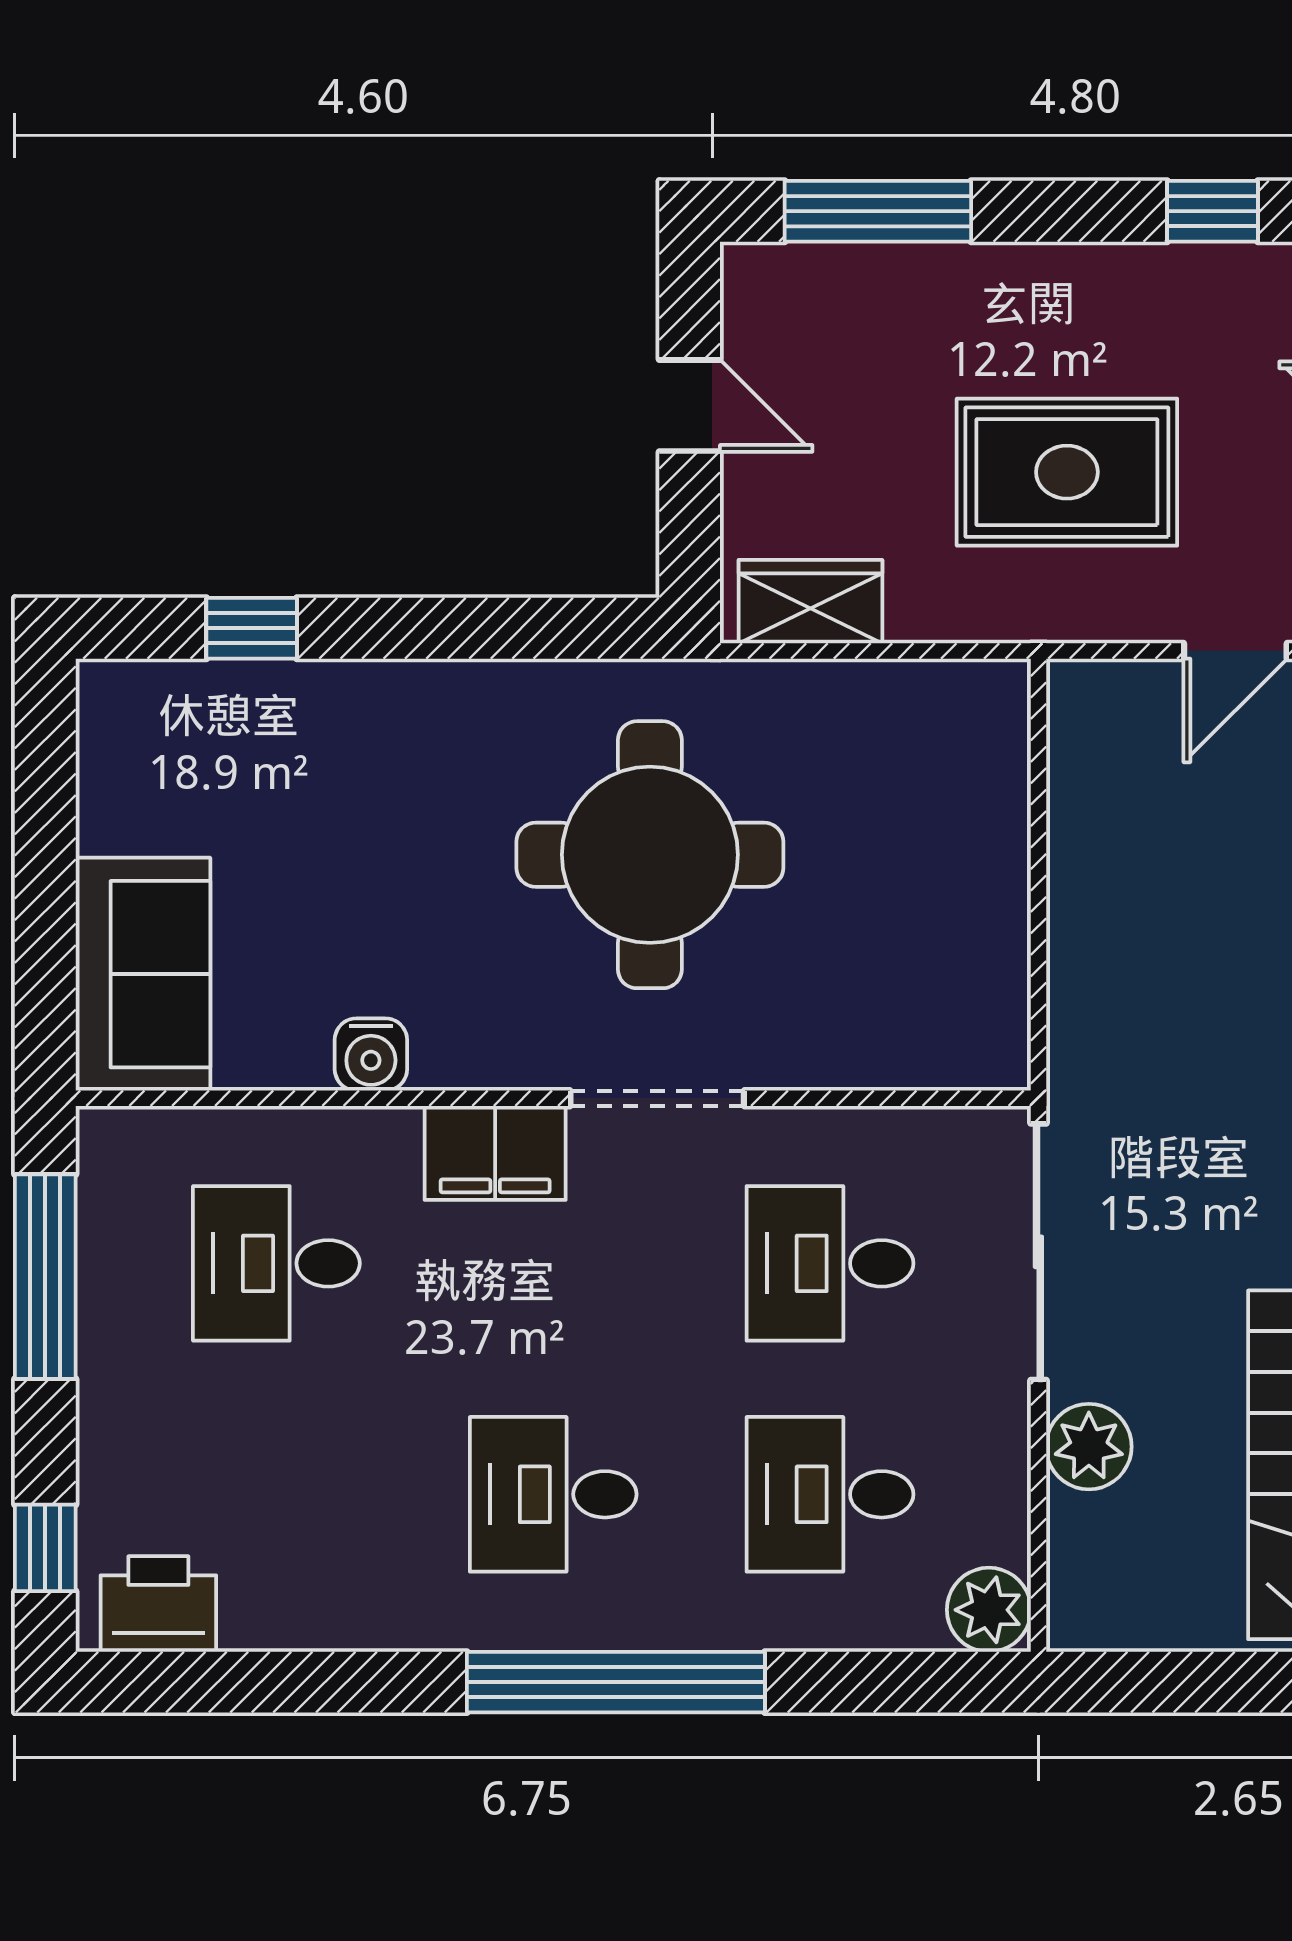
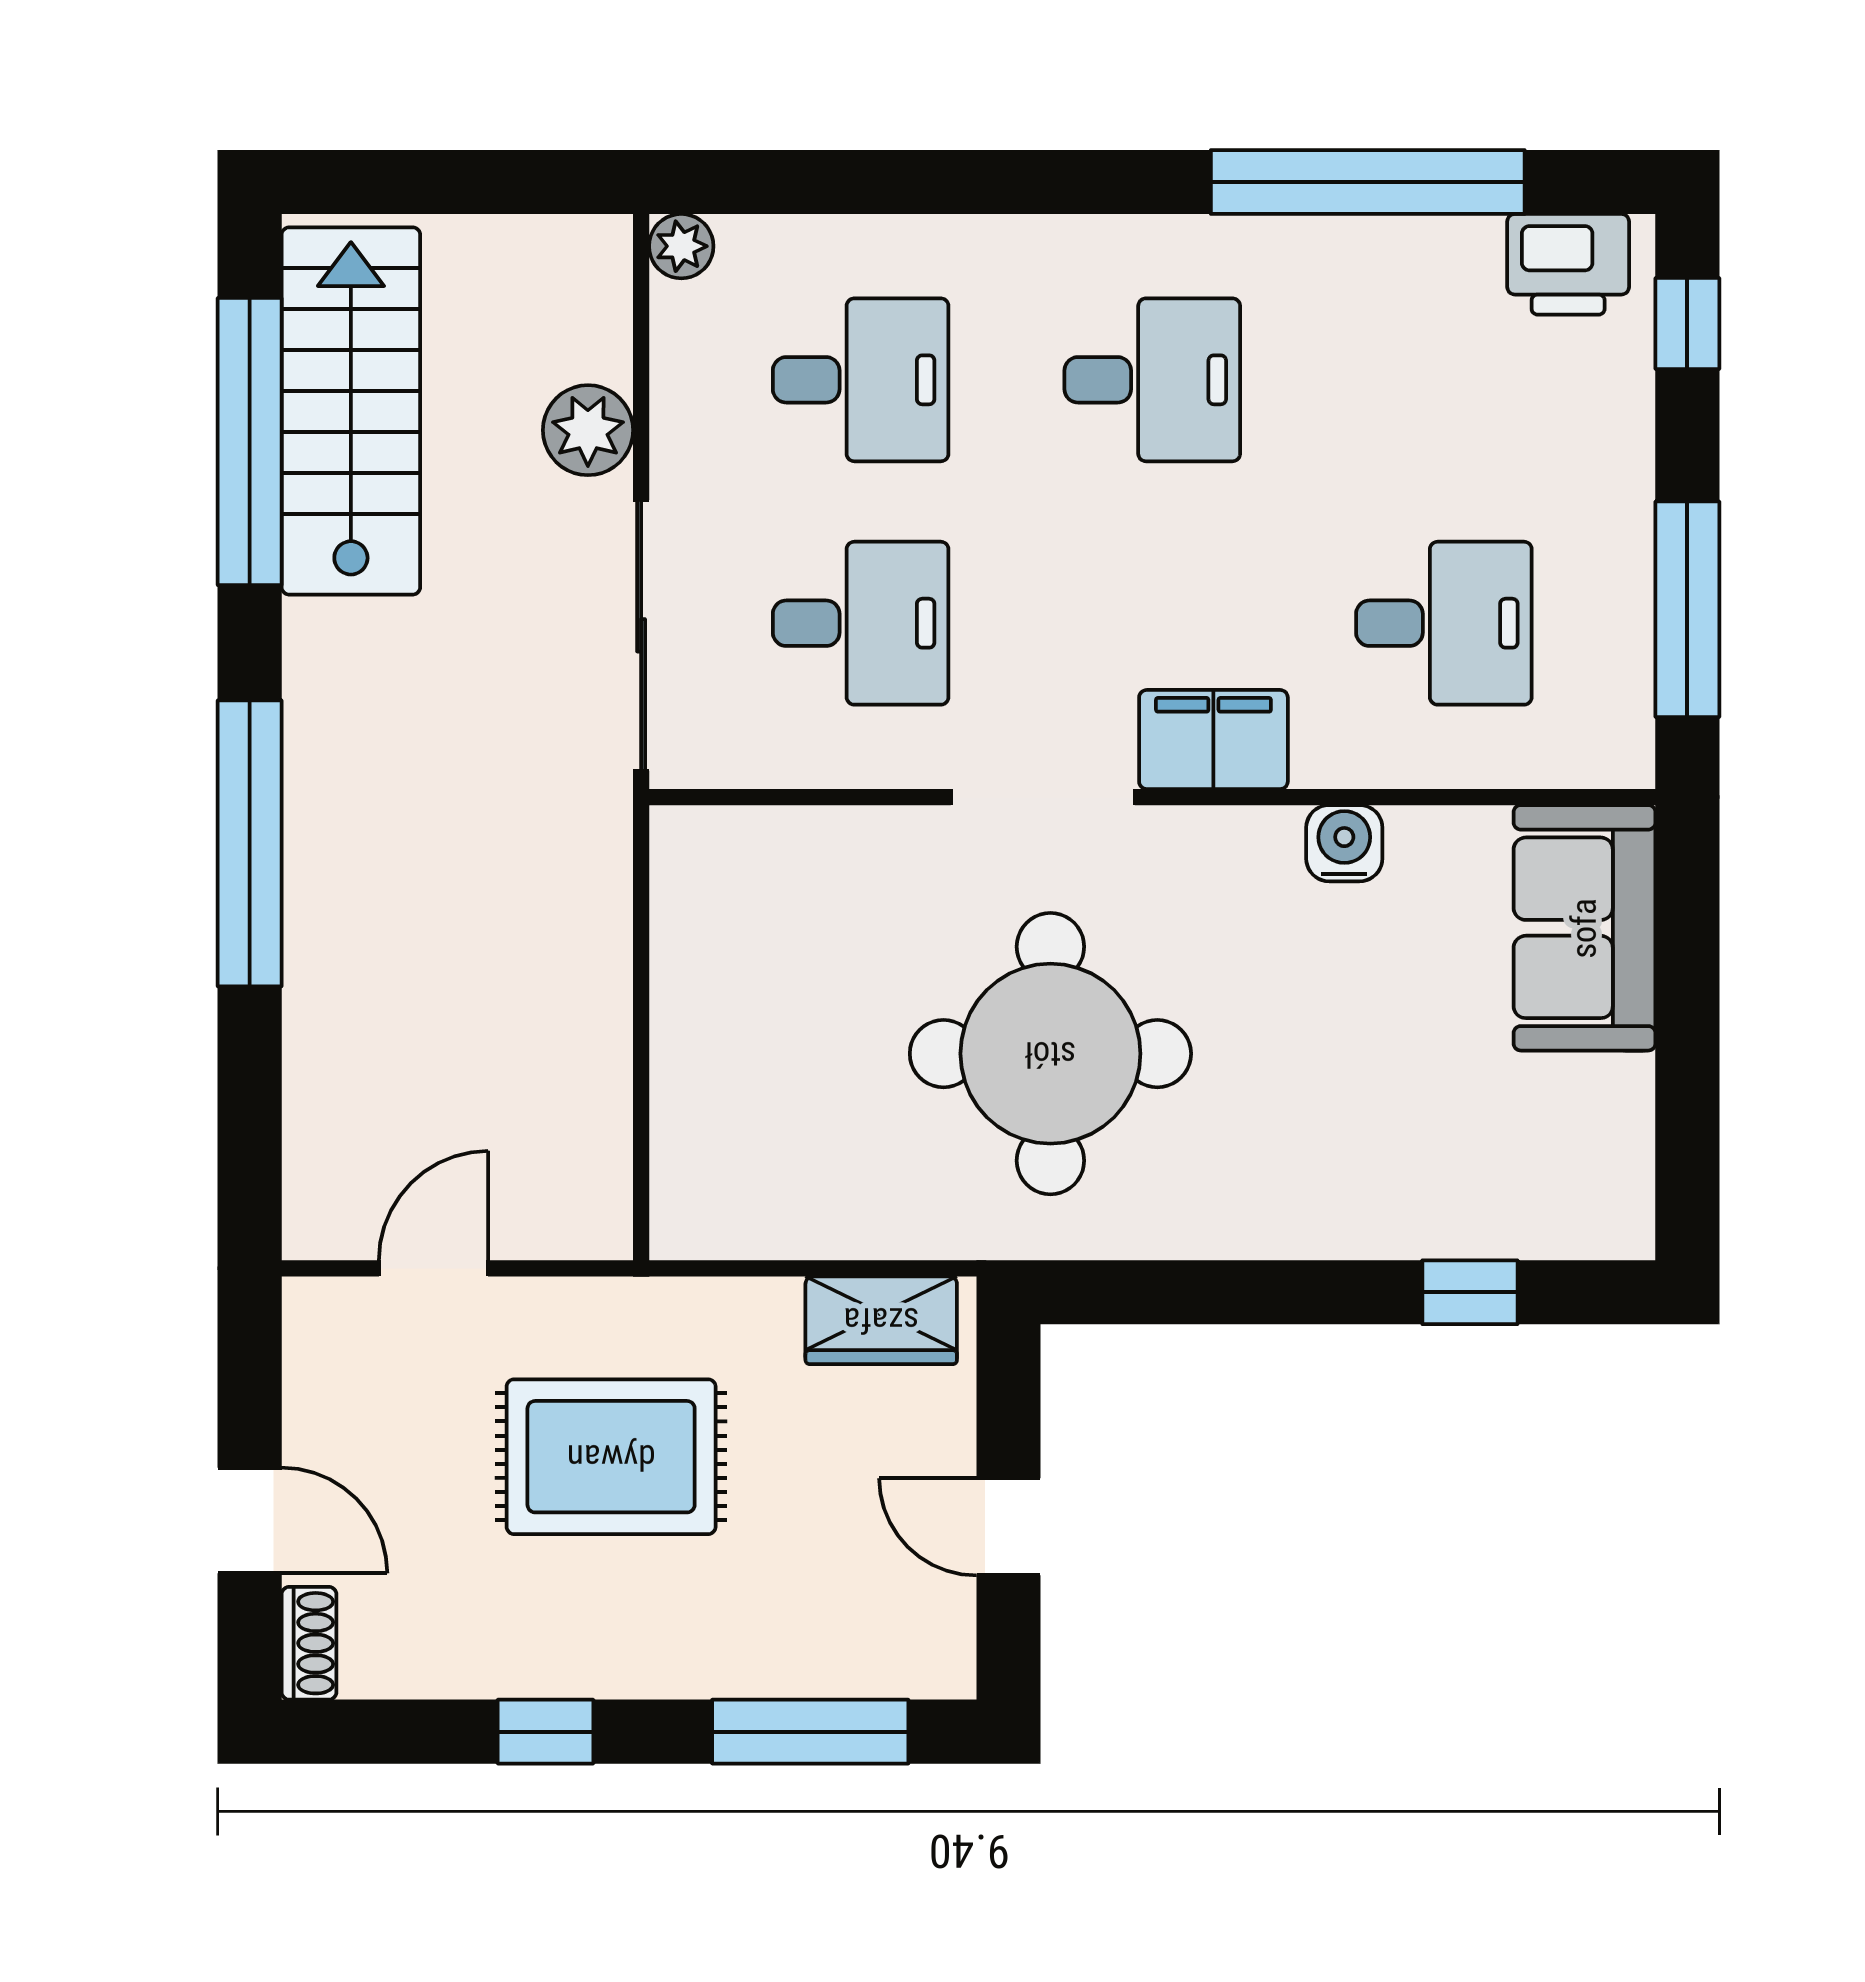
window: (1212, 211) -> (545, 1732), moved
plant: (989, 1610) -> (681, 246), width x0.73, depth x0.73
window: (616, 1682) -> (1368, 182), moved

